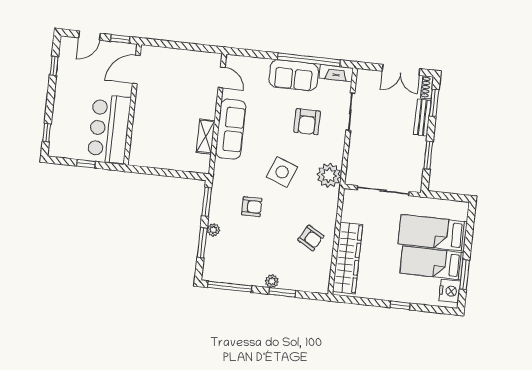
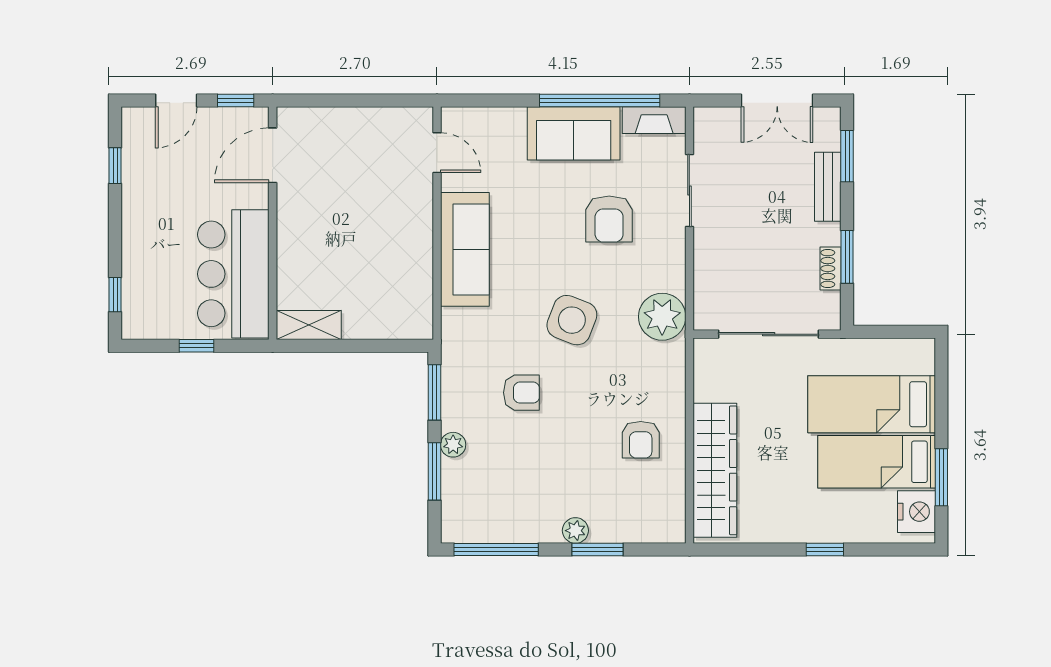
shoe rack: (427, 87) -> (830, 269), moved
shelving: (206, 136) -> (309, 325), moved, turned 90
armchair: (311, 238) -> (641, 440), turned 60

